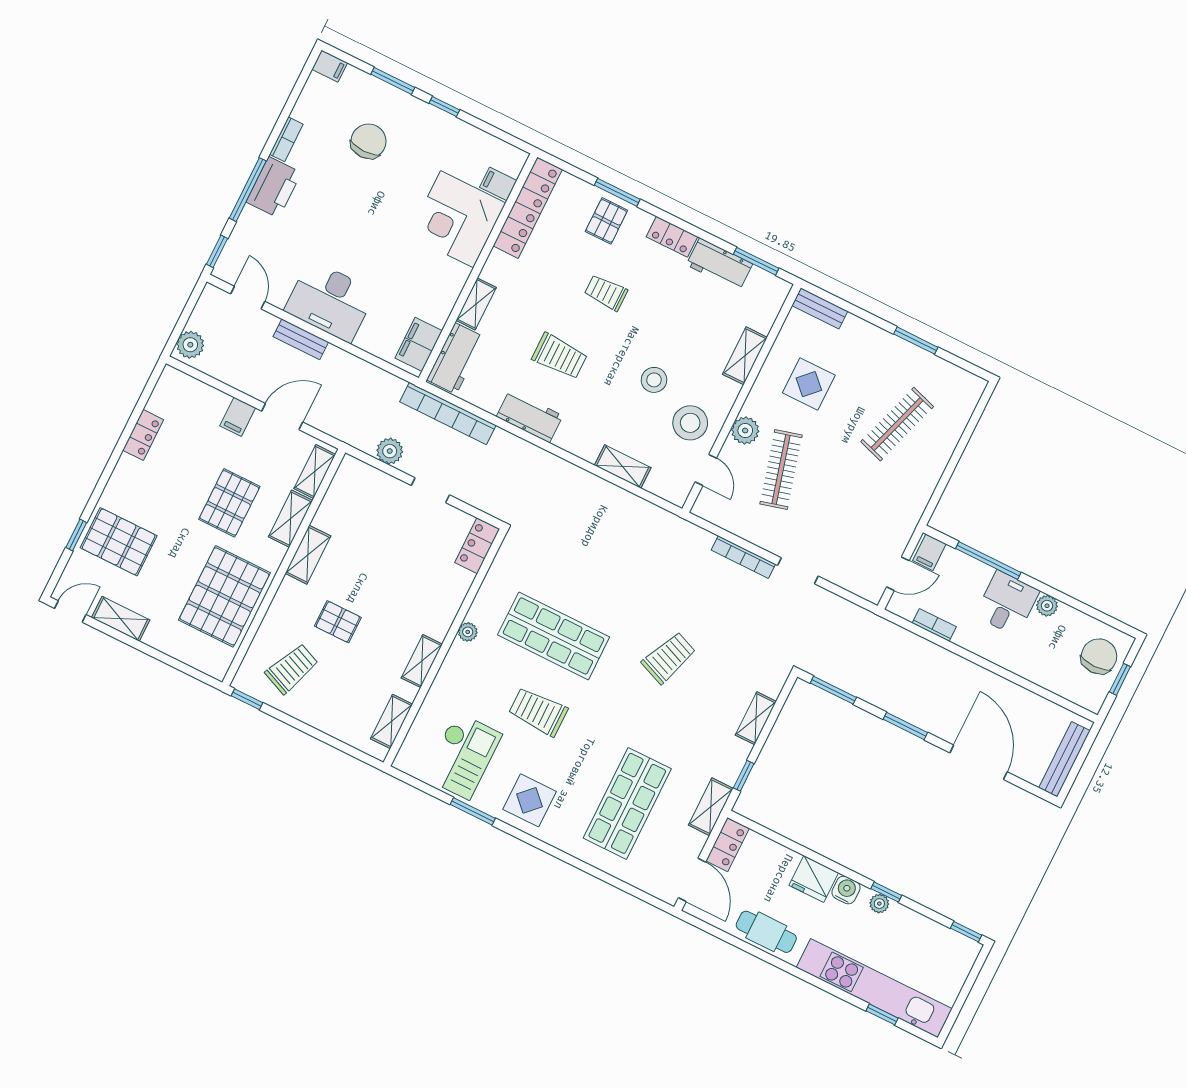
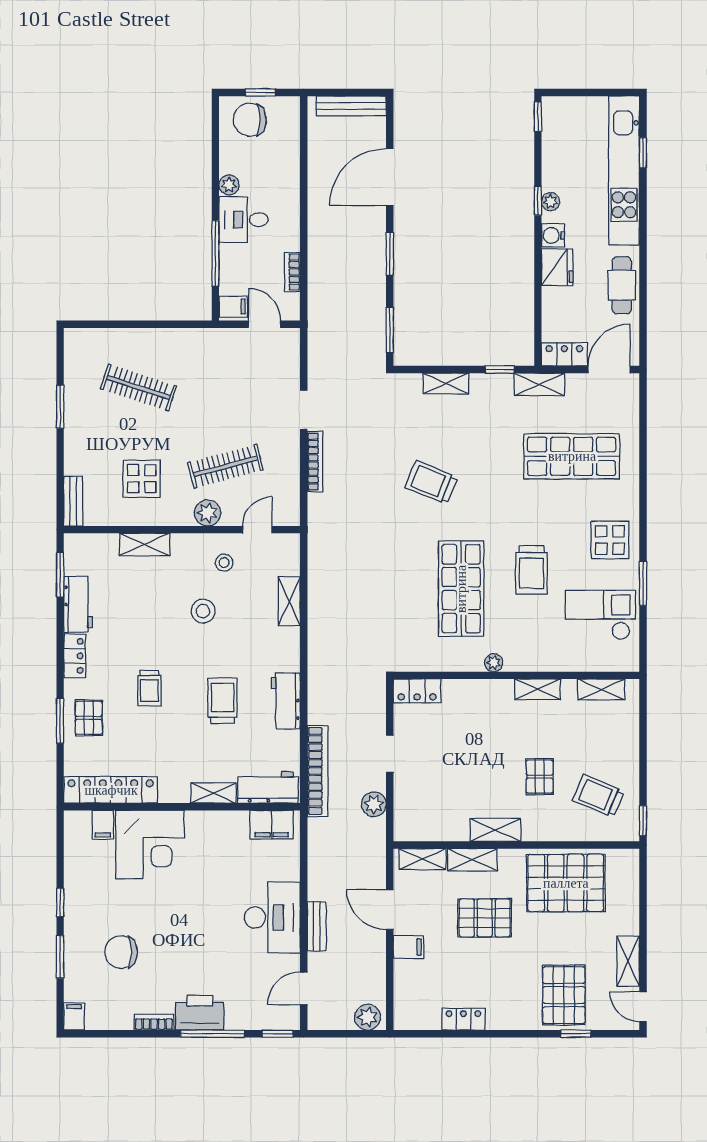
pallet: (606, 221) -> (89, 718), turned 90
stool: (690, 423) -> (224, 563), width x0.53, depth x0.53

